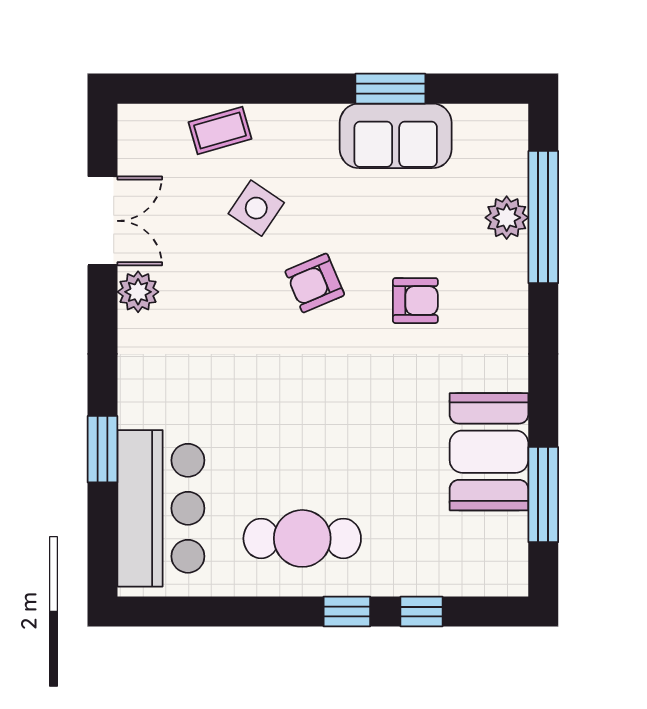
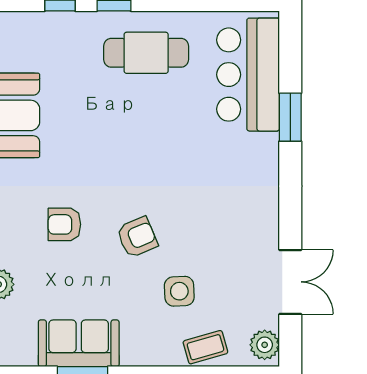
side table: (256, 208) -> (179, 291), turned -37
double door: (103, 221) -> (290, 282), swing flipped
plant: (138, 292) -> (265, 345), moved

